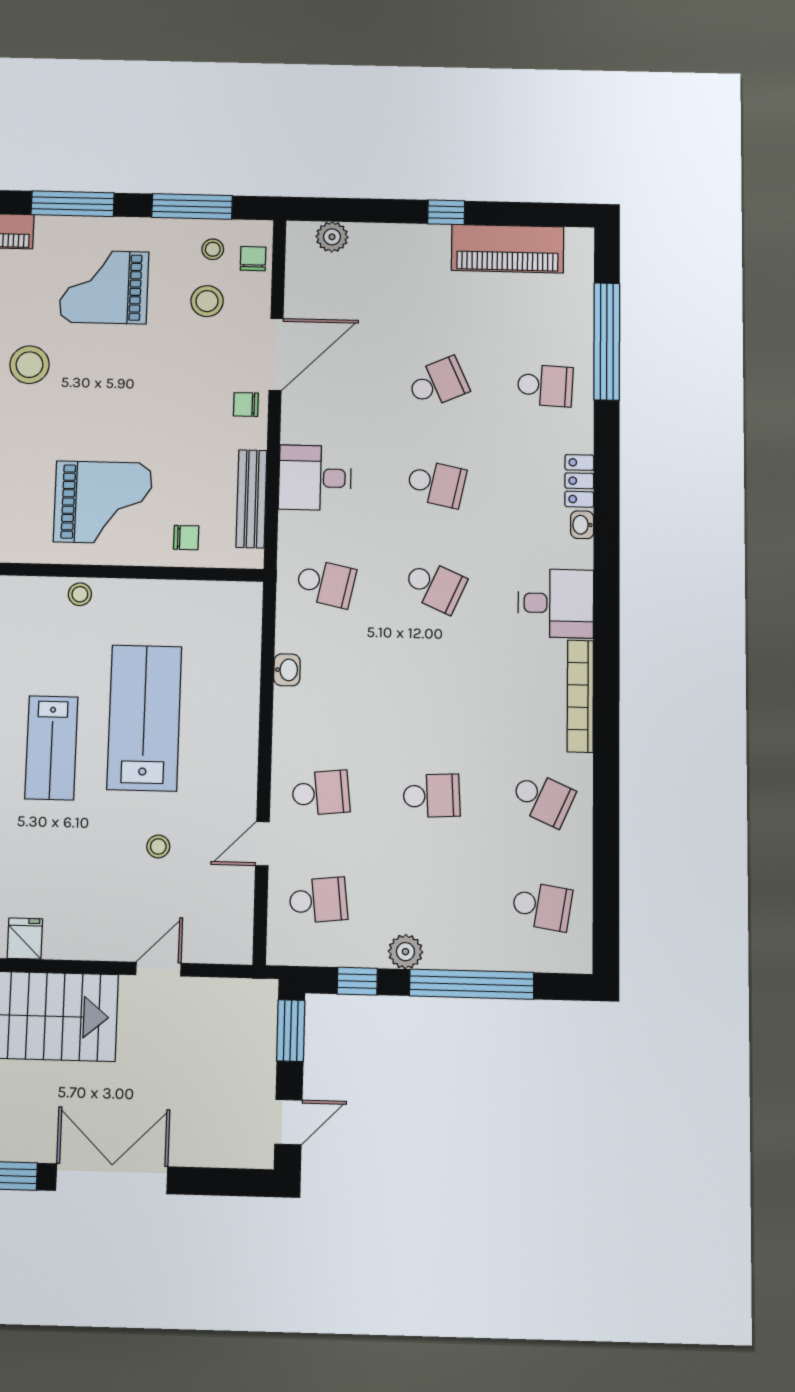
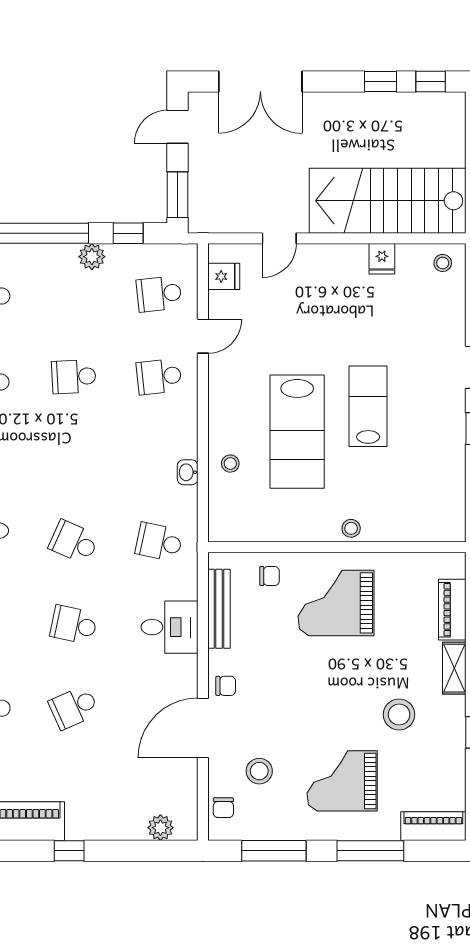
stool: (213, 249) -> (256, 815), removed
grand piano: (104, 287) -> (342, 781), turned 180
chair: (186, 538) -> (269, 576), turned 180
stool: (158, 846) -> (230, 464), moved
fridge: (233, 921) -> (224, 276), added
double door: (112, 1179) -> (260, 82), moved

